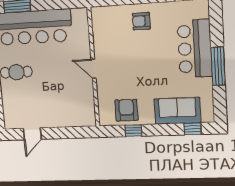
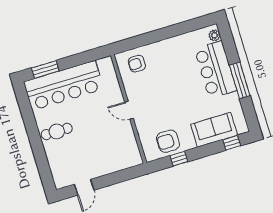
plant: (203, 11) -> (214, 35), added
armchair: (141, 21) -> (137, 64), moved
armchair: (126, 110) -> (168, 141), turned -90

